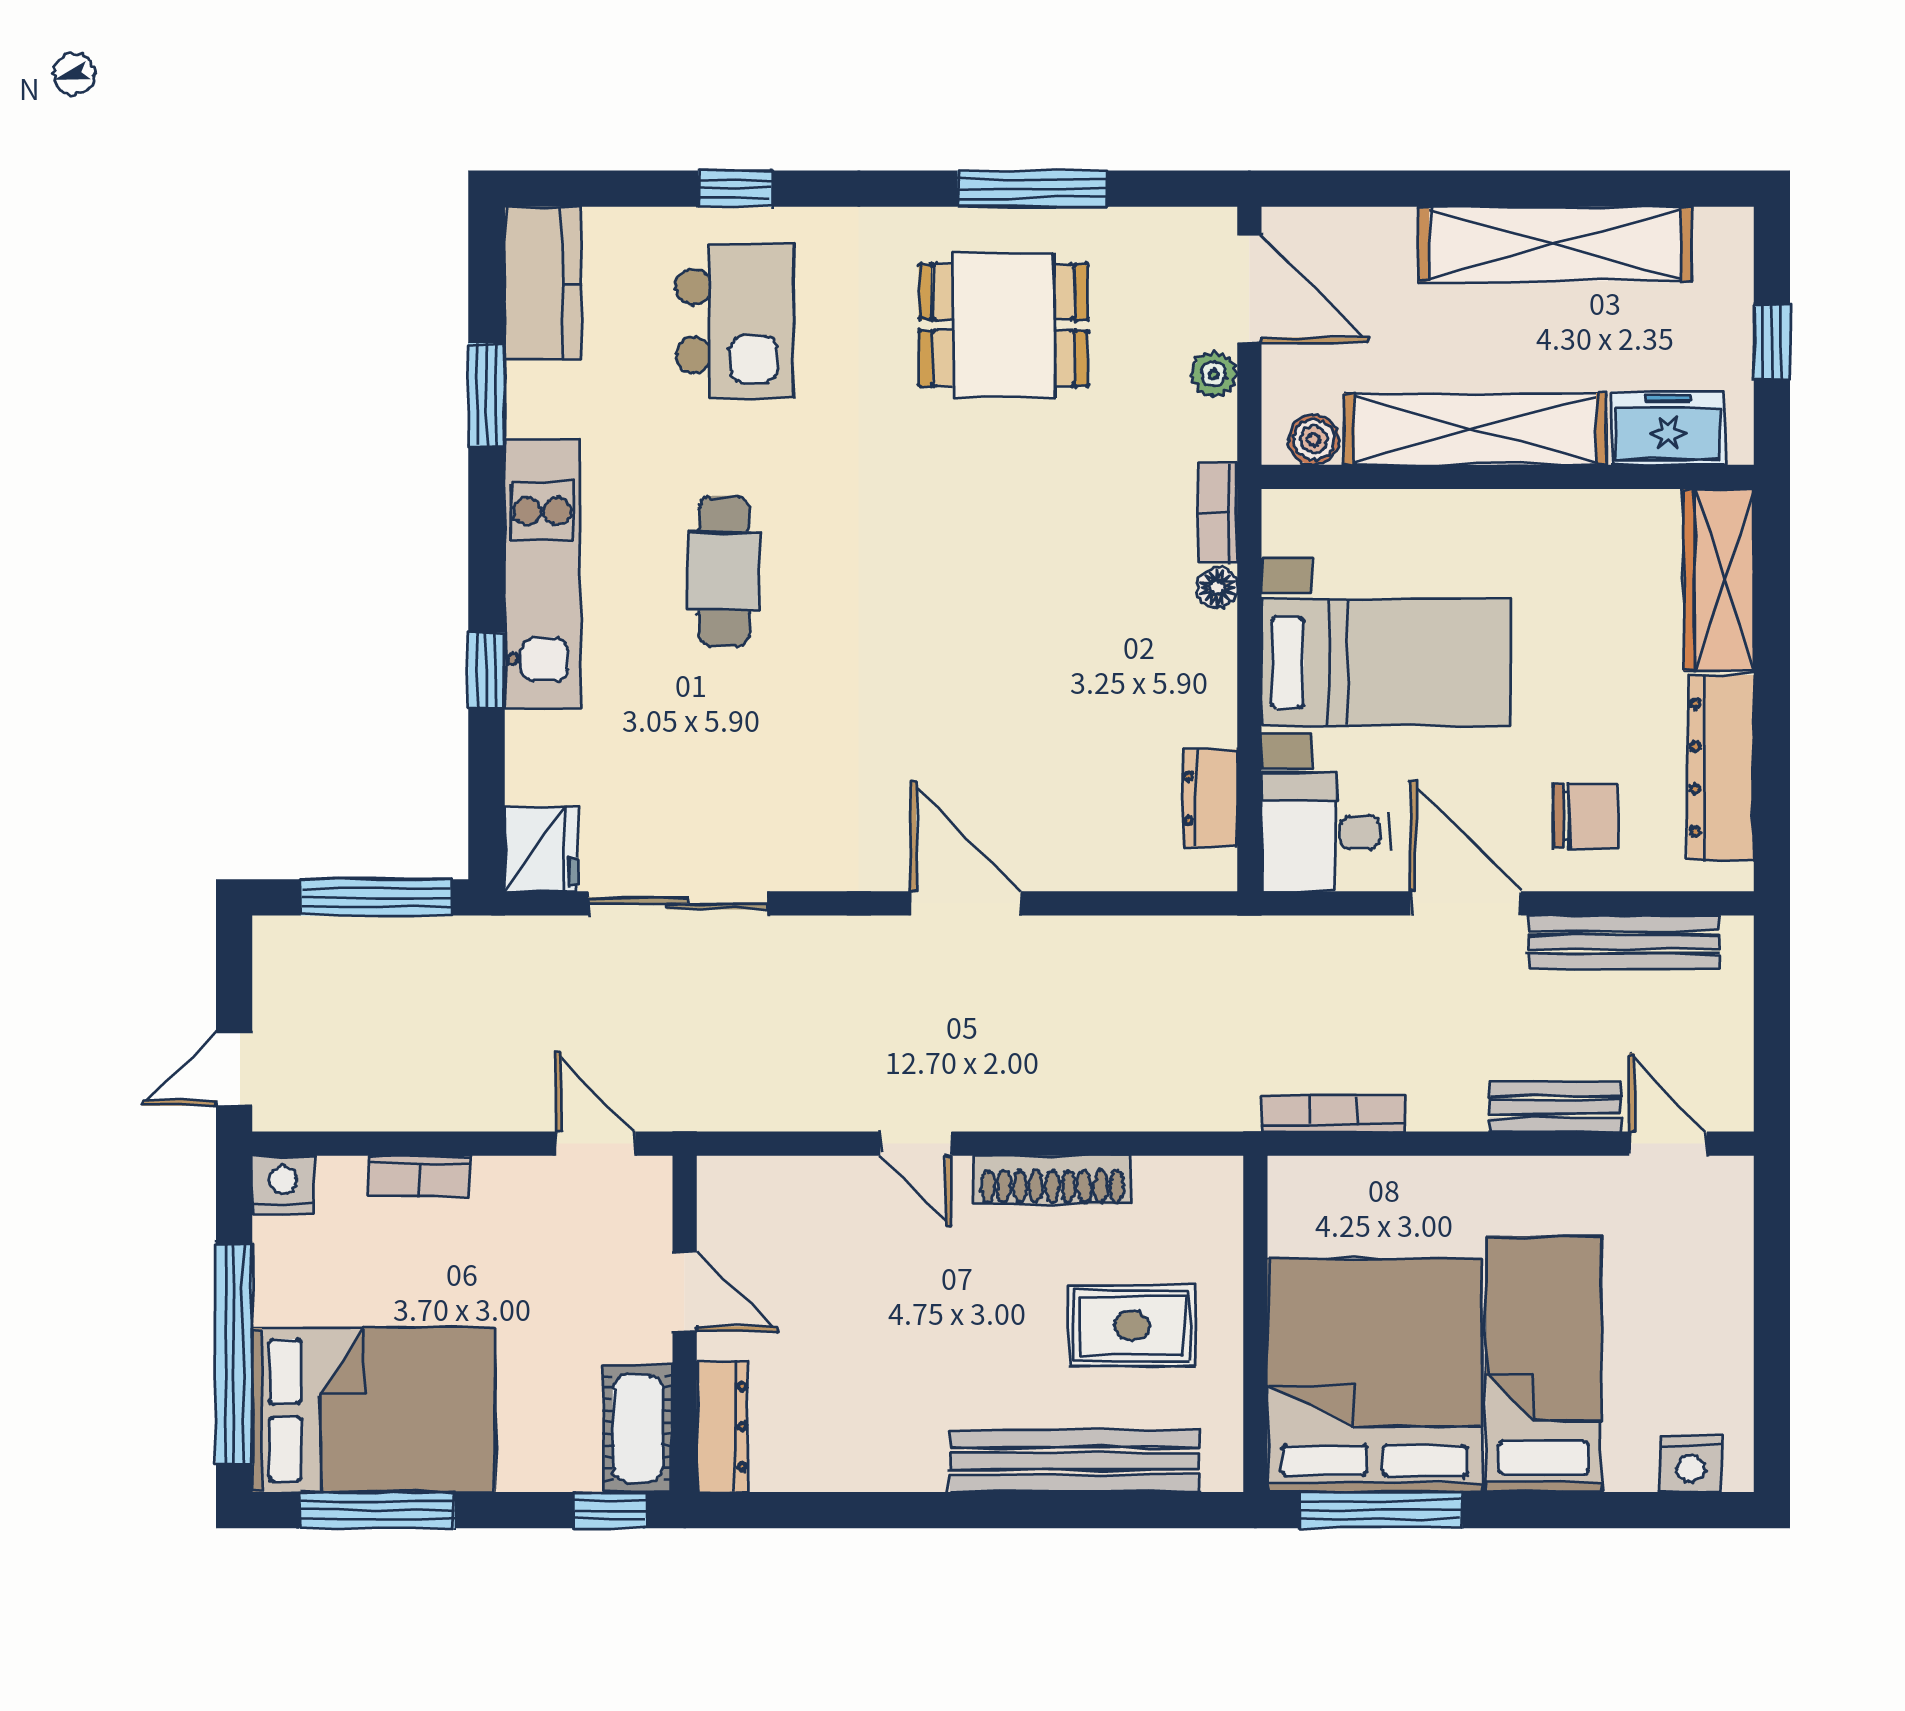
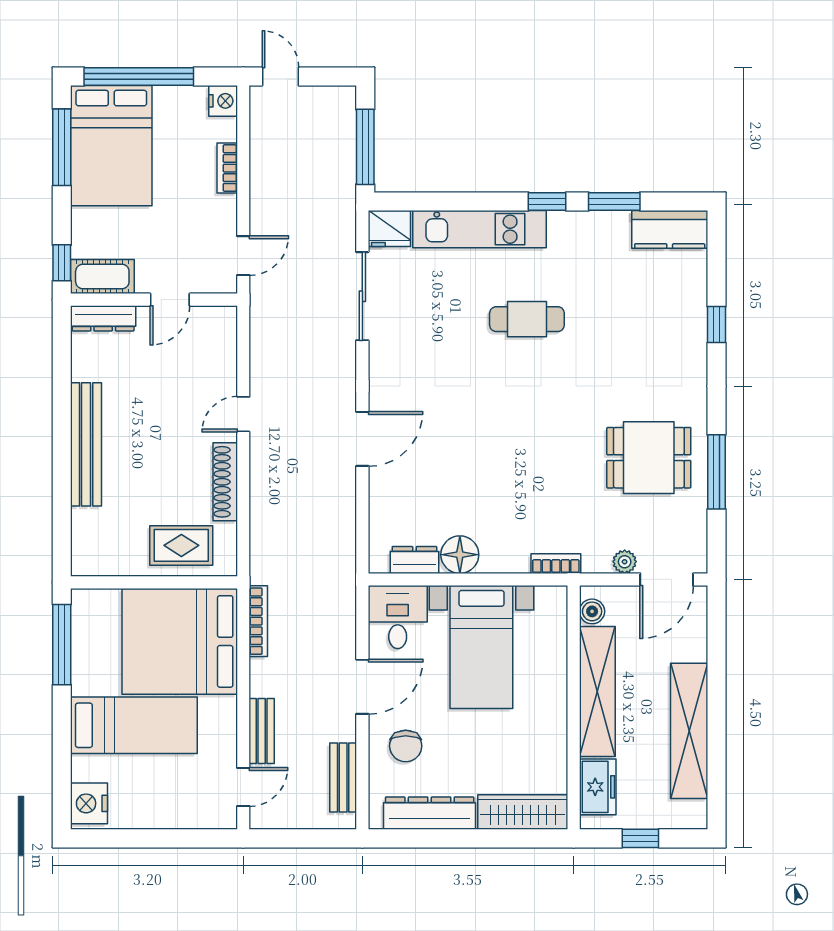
kitchen island: (735, 321) -> (651, 325), removed
dining table: (1003, 325) -> (649, 458), turned 90
kitchen unit: (542, 573) -> (479, 229), moved
floor lamp: (1217, 588) -> (460, 555), moved, width x1.89, depth x1.89
window: (486, 670) -> (547, 201), moved
bench: (1624, 942) -> (343, 777), width x0.73
rug: (1132, 1326) -> (181, 545), moved, turned 90
bed: (1374, 1376) -> (180, 641), moved, turned 180
bench: (1075, 1461) -> (86, 444), moved
nightstand: (1691, 1464) -> (89, 803), width x1.36, depth x1.33

